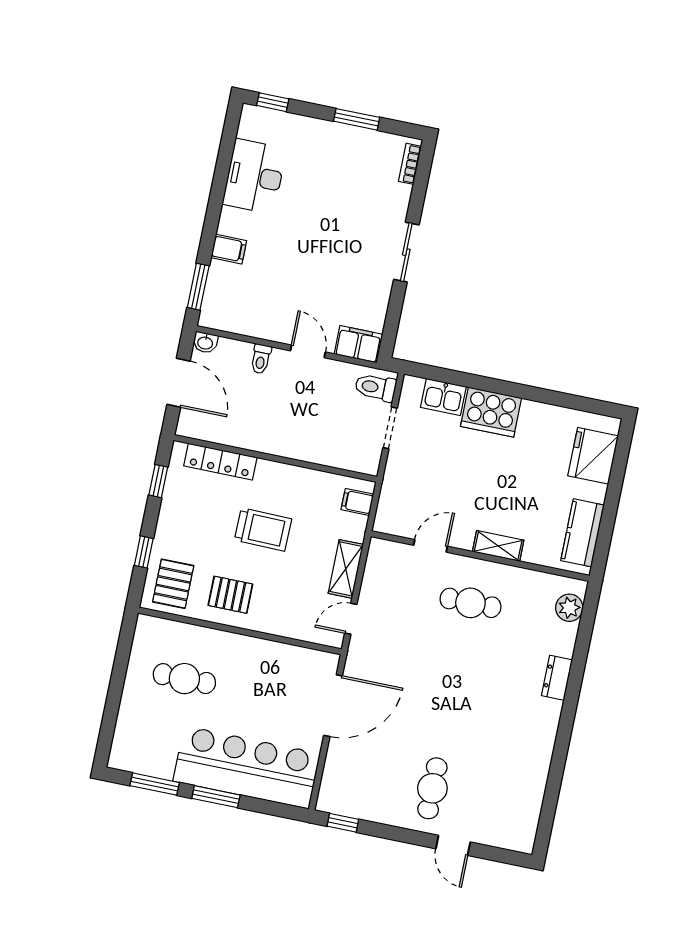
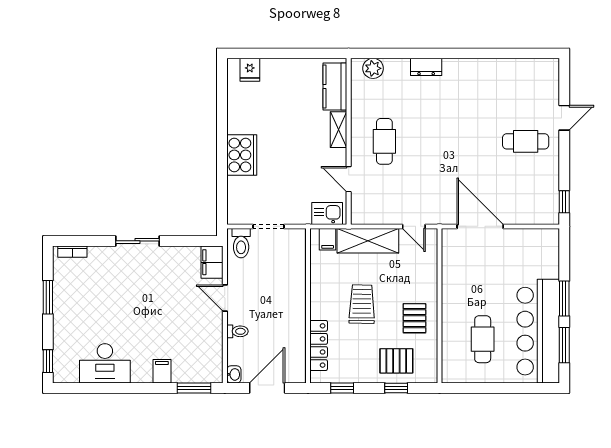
door: (308, 351) -> (225, 298), hinge flipped
kitchen sink: (443, 397) -> (327, 213), moved, turned -90
fridge: (593, 456) -> (250, 70), width x0.53, depth x0.75
kitchen counter: (582, 533) -> (335, 87), moved, turned 90
shelving: (346, 569) -> (368, 241), width x1.50, depth x1.33
pallet: (173, 584) -> (396, 361), moved
bar counter: (247, 767) -> (538, 331), moved

